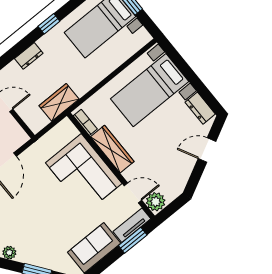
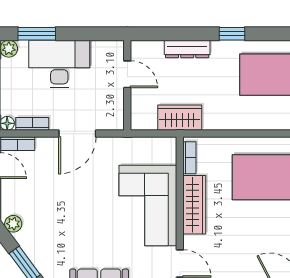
dresser: (29, 56) -> (187, 49), width x1.44

